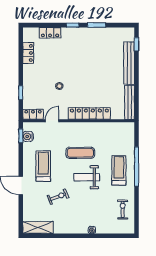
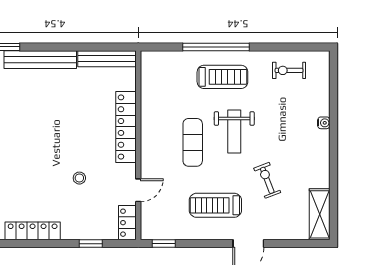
locker: (28, 53) -> (33, 231), width x1.53
door: (52, 121) -> (138, 190), swing flipped
water cooler: (28, 136) -> (165, 231), removed
treadmill: (119, 170) -> (222, 77), turned 180

